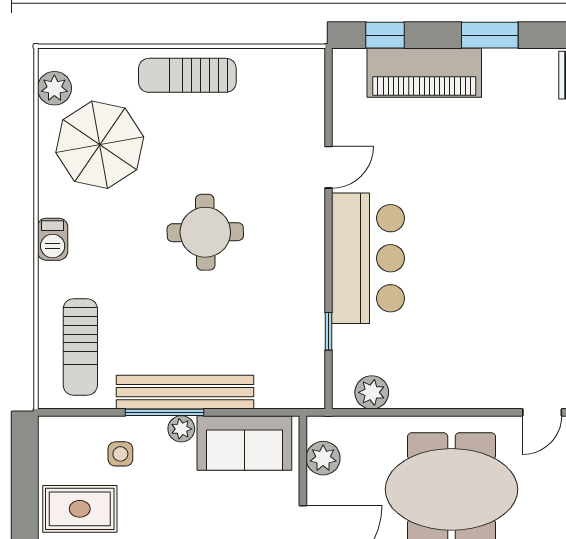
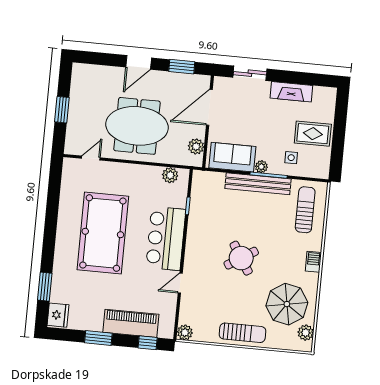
plant: (309, 64) -> (185, 332), added
round table: (205, 232) -> (241, 258), turned -31
pool table: (502, 257) -> (103, 233), added

